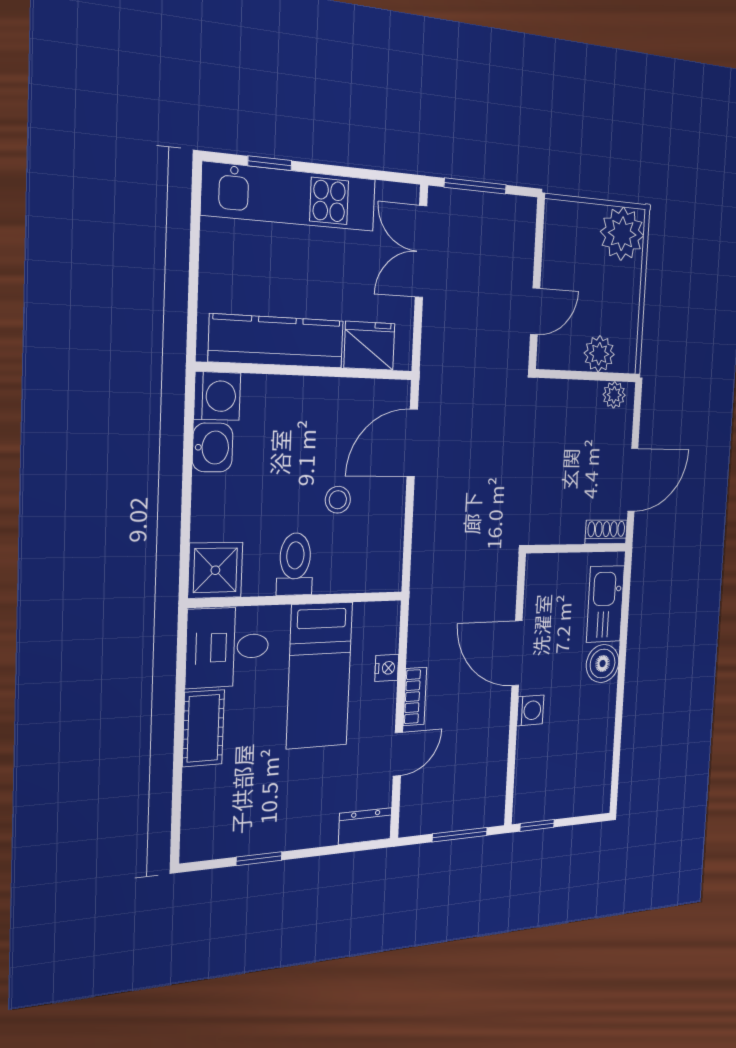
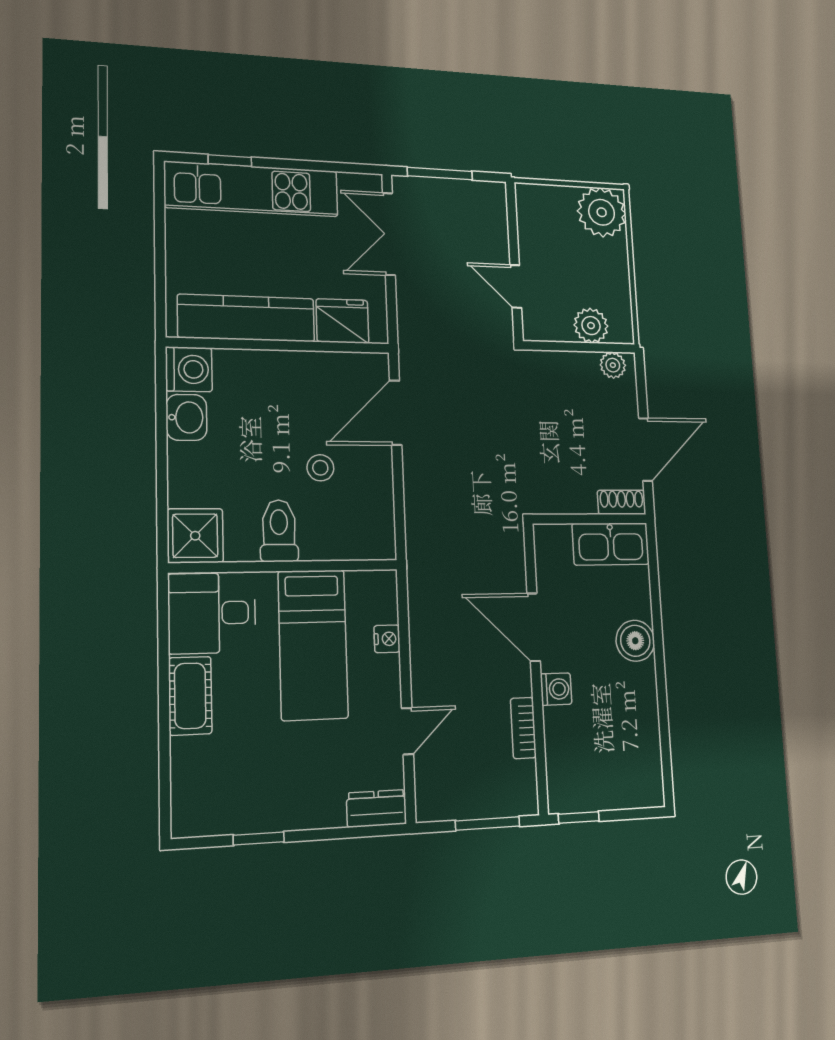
door: (535, 311) -> (516, 286), swing flipped
kitchen sink: (605, 604) -> (611, 544), moved, turned -90
bookcase: (415, 696) -> (523, 728), moved, turned 180

